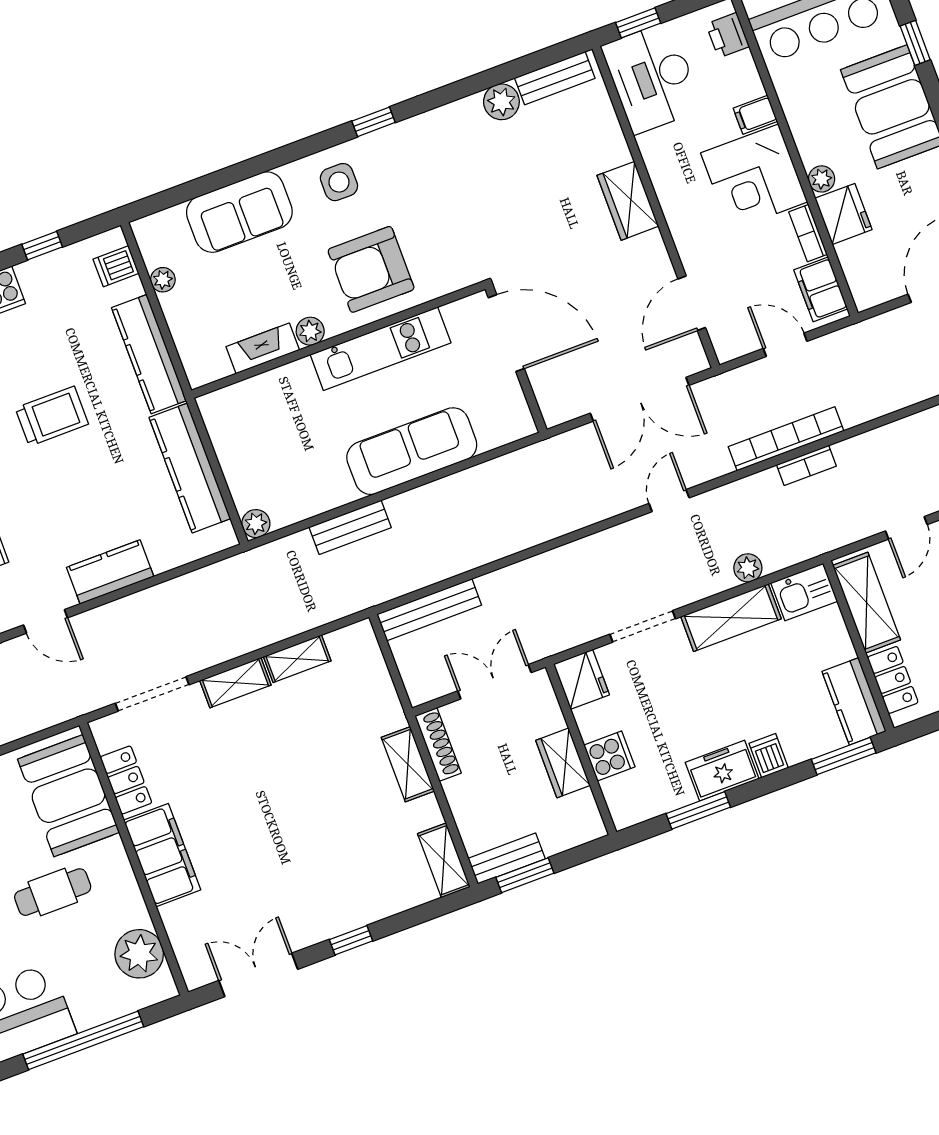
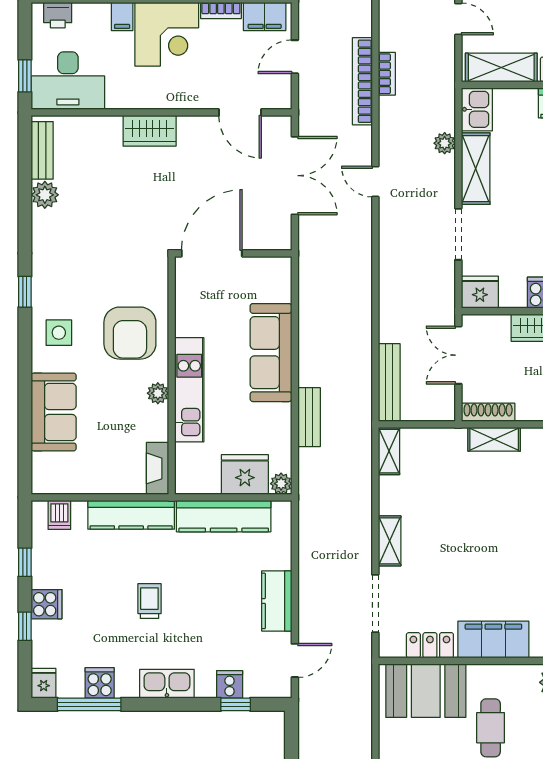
plant: (163, 280) -> (82, 485), removed
fireplace: (263, 348) -> (157, 468), moved
kitchen unit: (381, 349) -> (189, 390), moved
trolley: (52, 416) -> (149, 601), width x0.73, depth x0.72
fridge: (251, 475) -> (245, 474), added
shelving: (297, 659) -> (389, 451), moved

